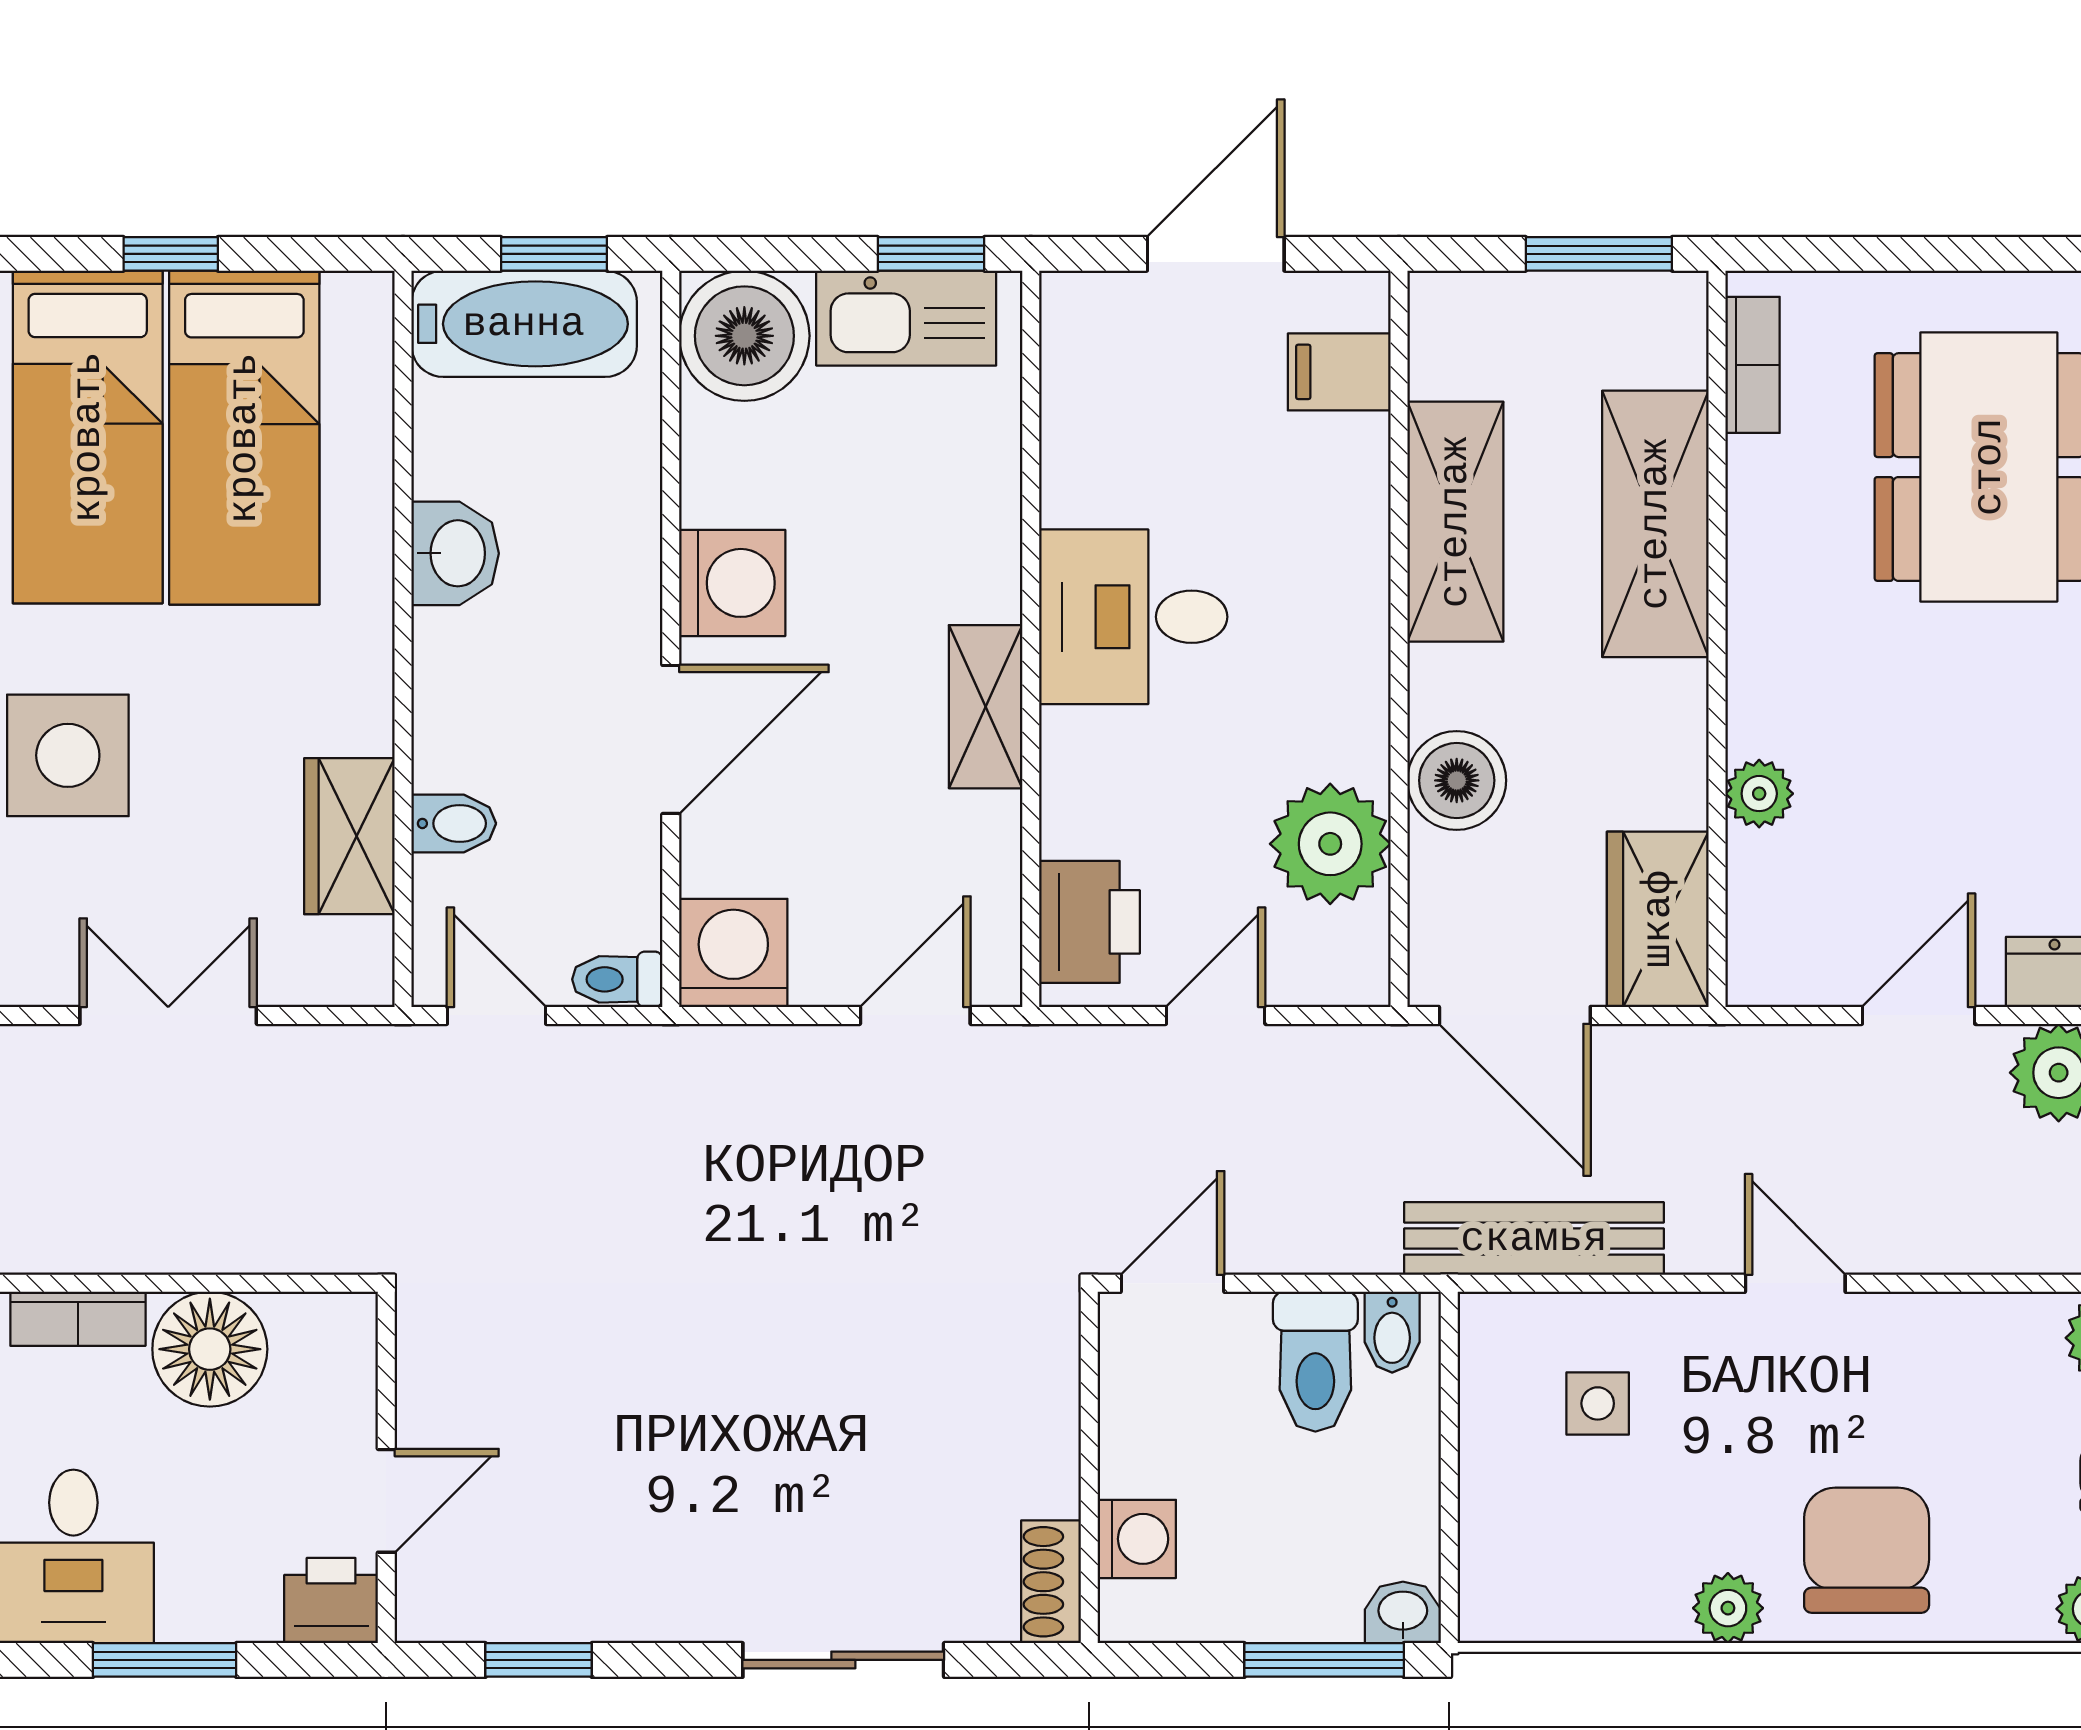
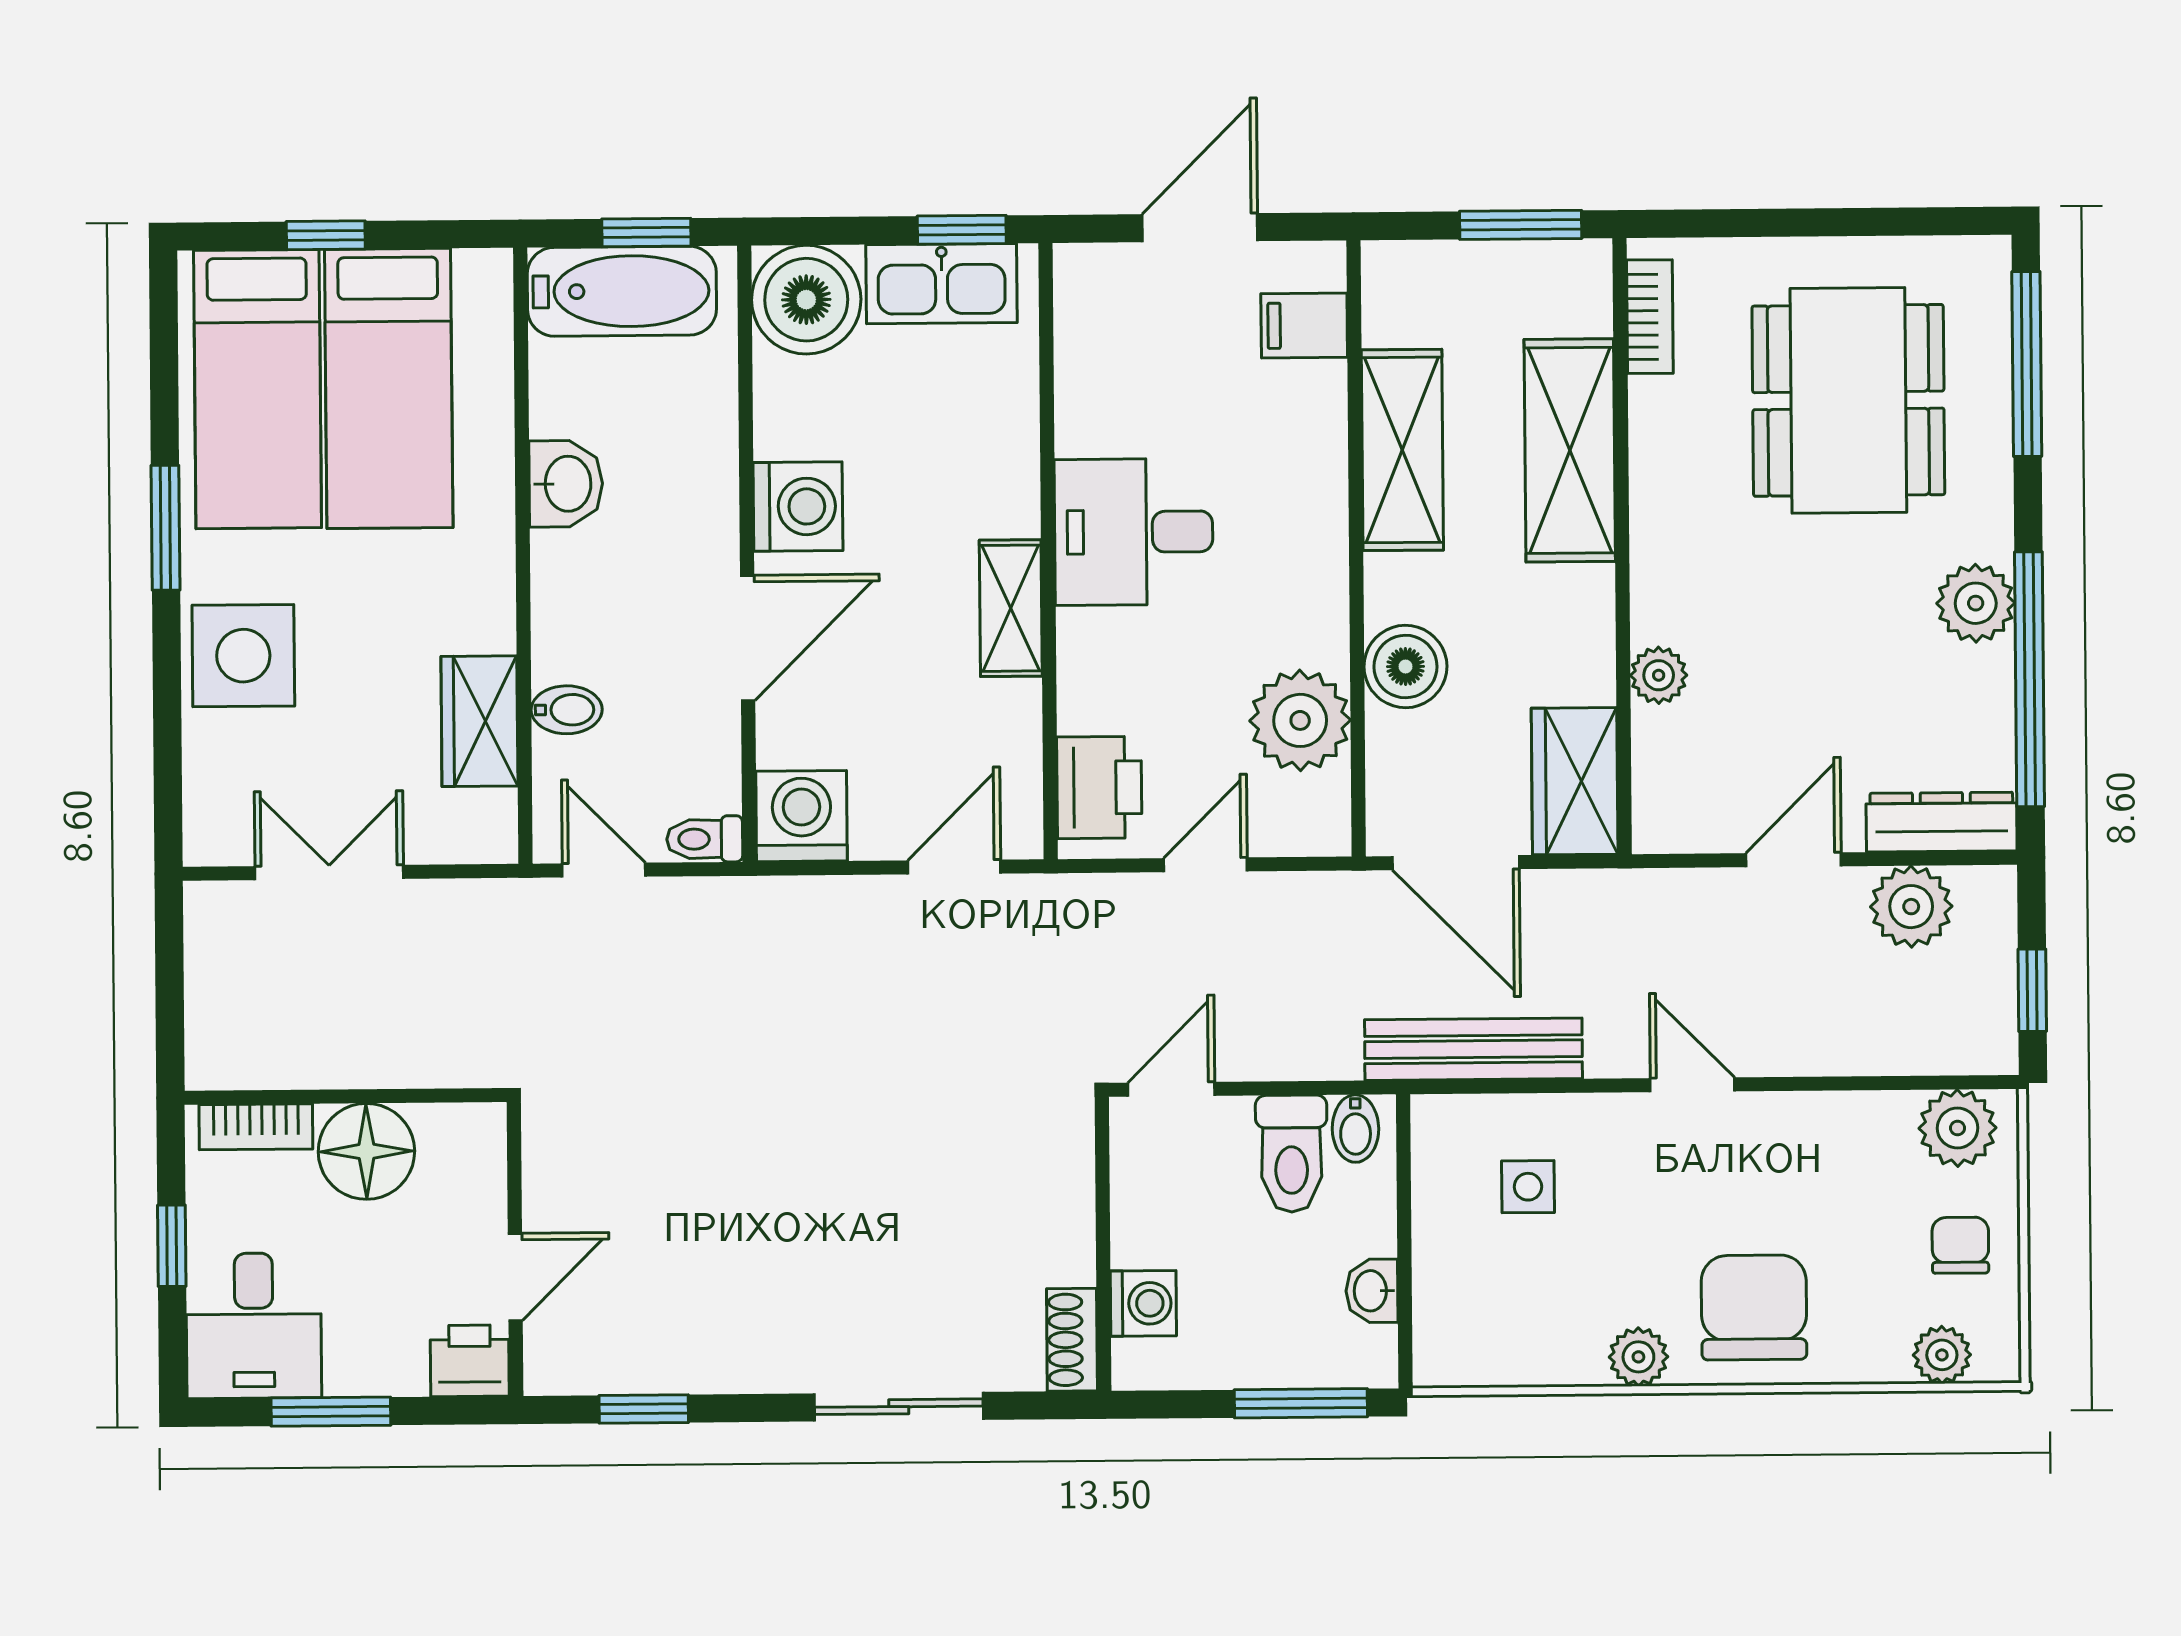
washbasin: (1403, 1612) -> (1372, 1291), moved, turned -90

